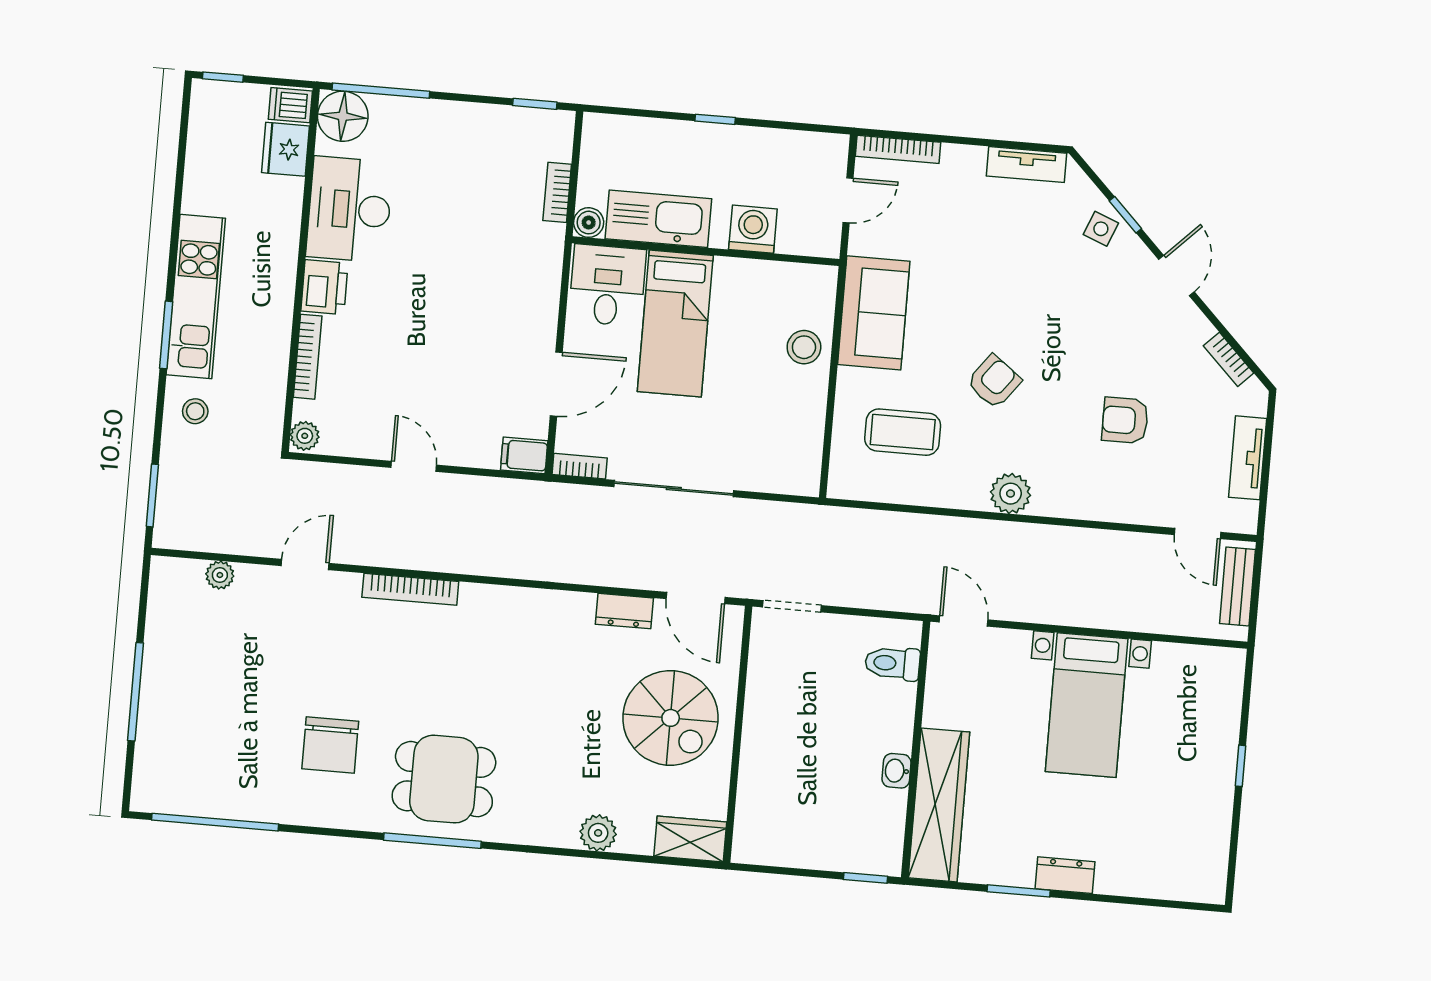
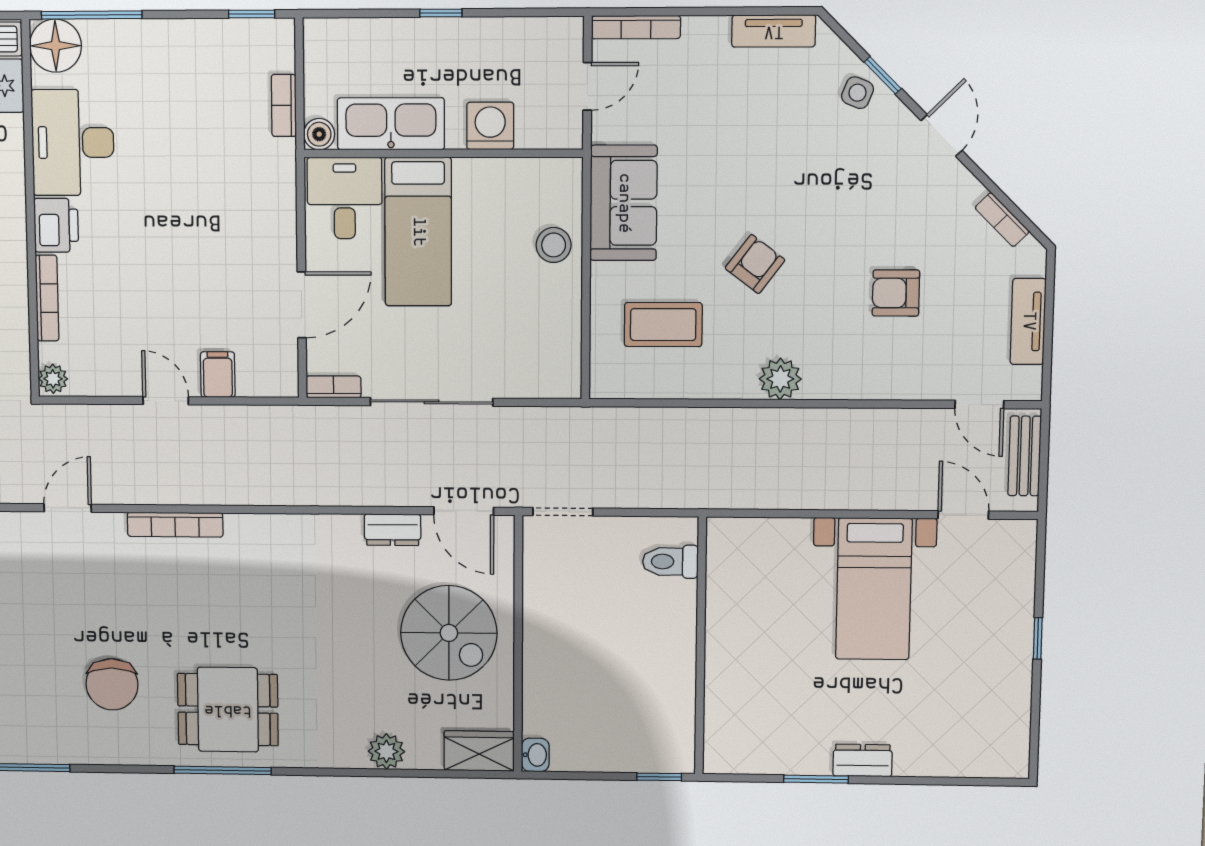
filing cabinet: (524, 455) -> (218, 375), moved, turned 90
door: (964, 621) -> (963, 515), moved
washbasin: (897, 771) -> (535, 755), moved, turned 180
wardrobe: (939, 805) -> (729, 700), removed

